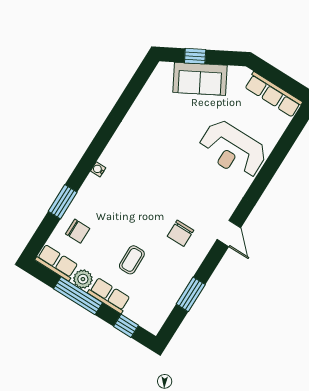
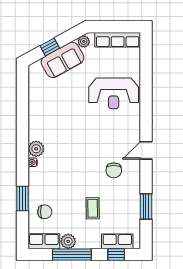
plant: (236, 73) -> (84, 41), added
plant: (111, 157) -> (36, 149), added
door: (229, 233) -> (146, 150), swing flipped
row of seats: (109, 295) -> (117, 241), moved

